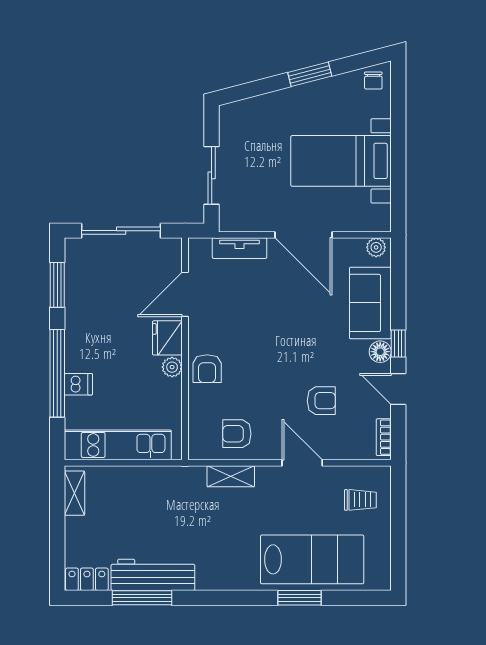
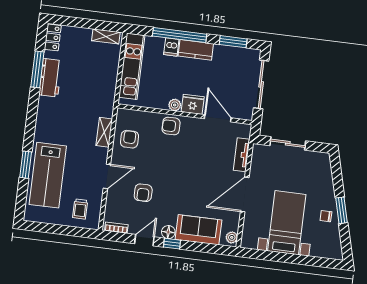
chair: (373, 81) -> (326, 216), moved
kitchen counter: (78, 344) -> (196, 50), added
workbench: (153, 575) -> (50, 78), width x0.73

